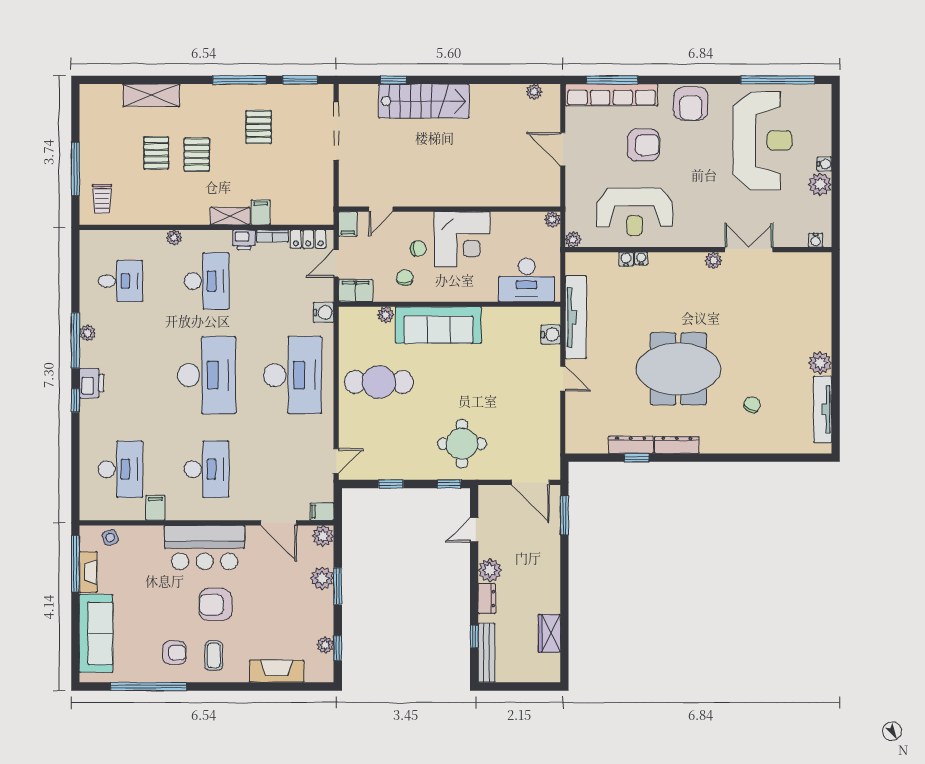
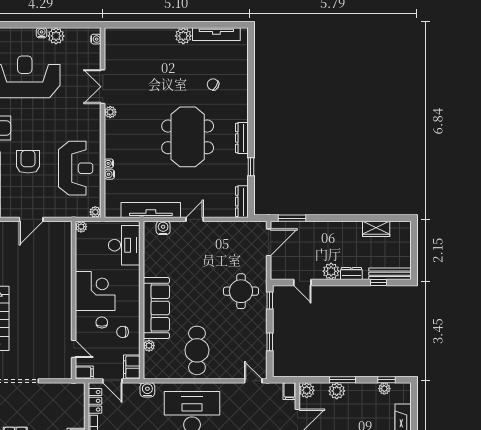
dresser: (631, 445) -> (242, 202), moved

